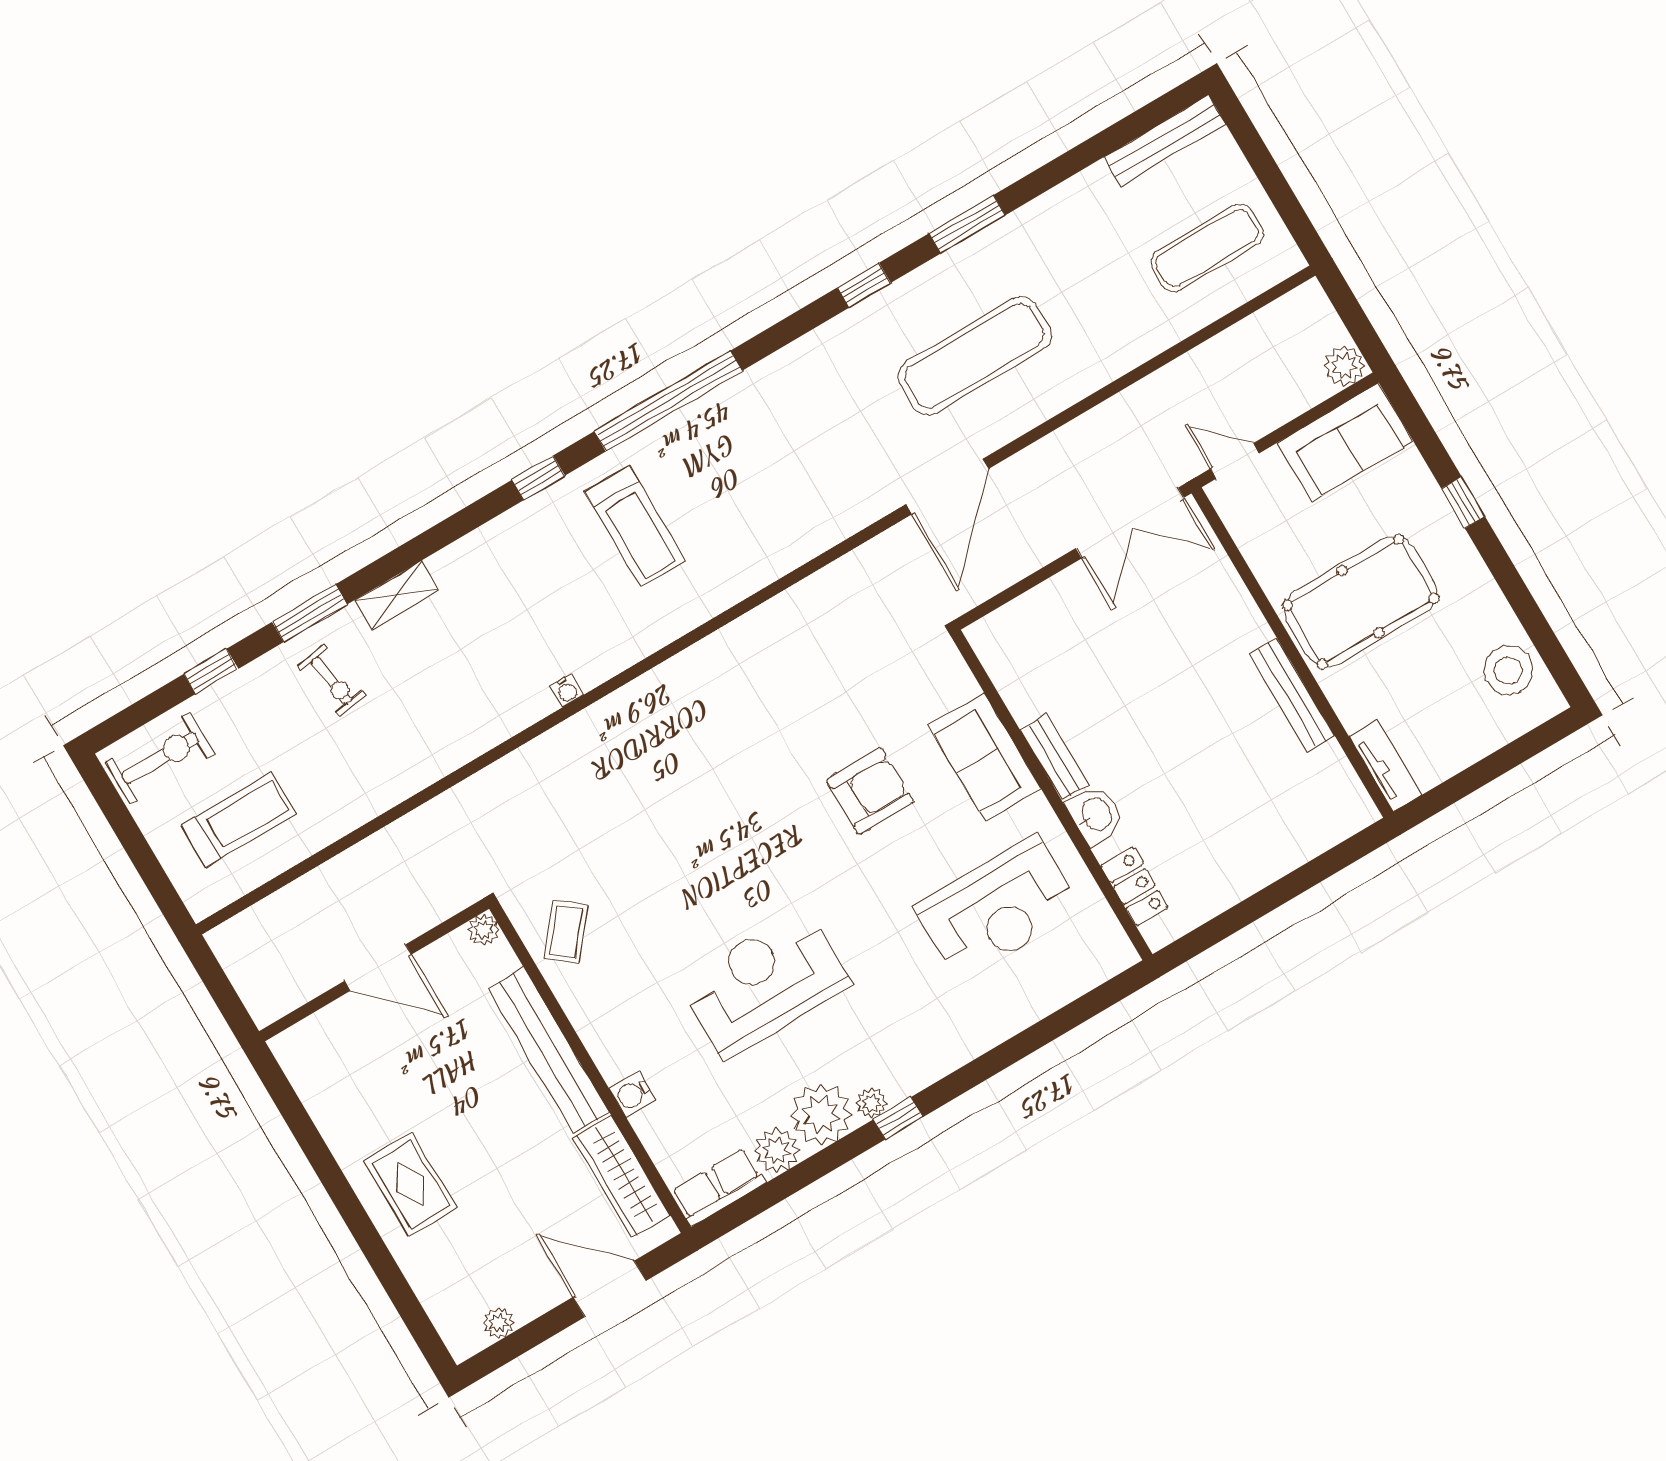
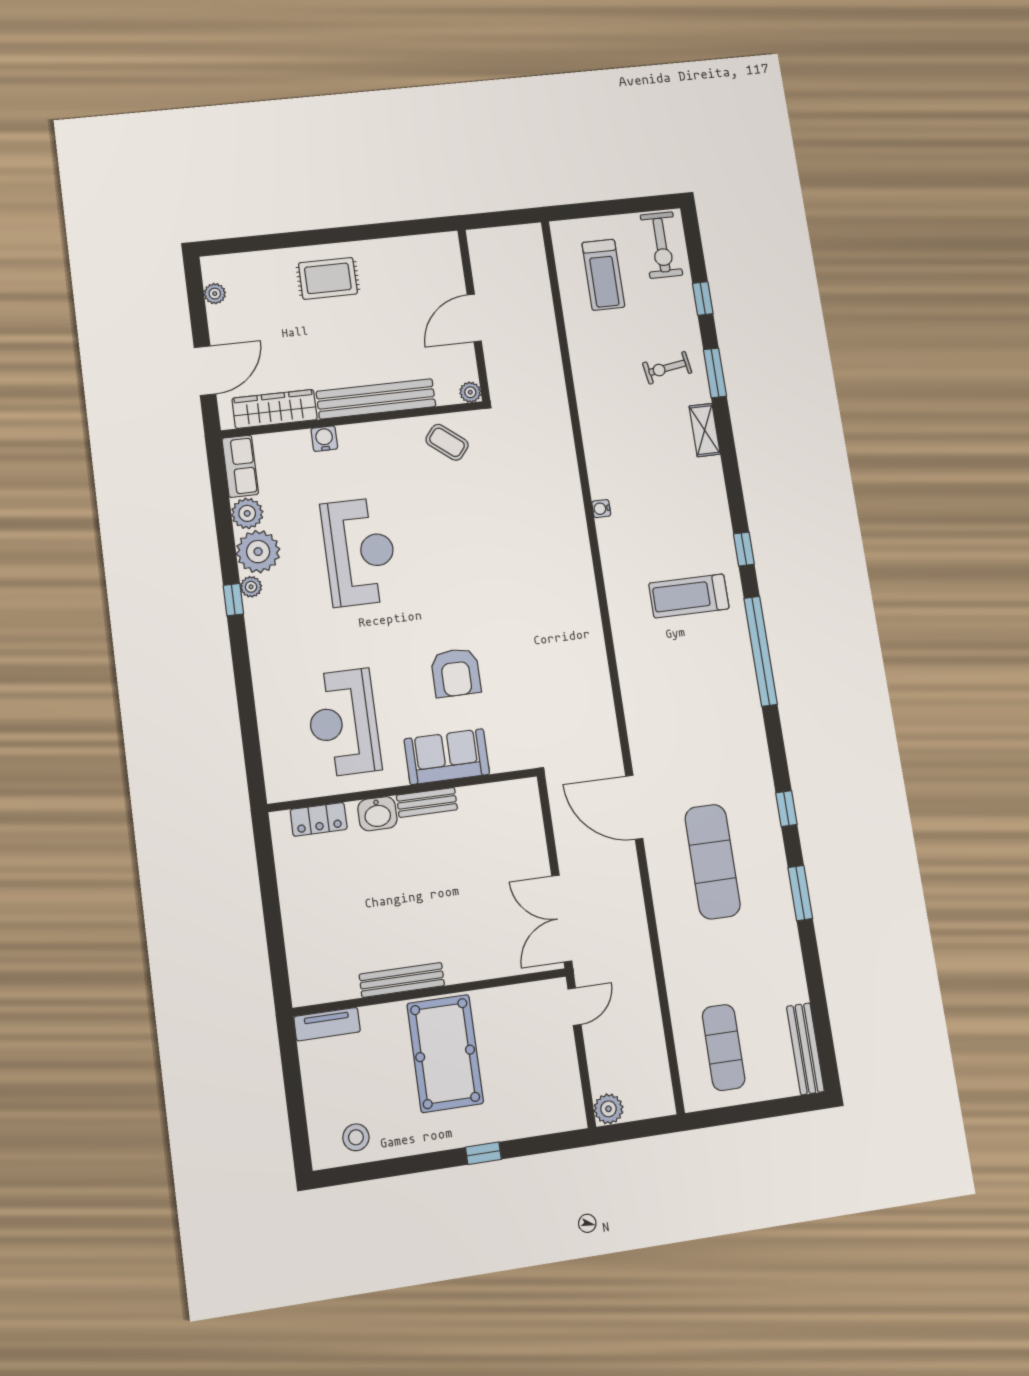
sofa: (1345, 442) -> (557, 1088), removed
stool: (1508, 670) -> (356, 1137), width x0.73, depth x0.73

